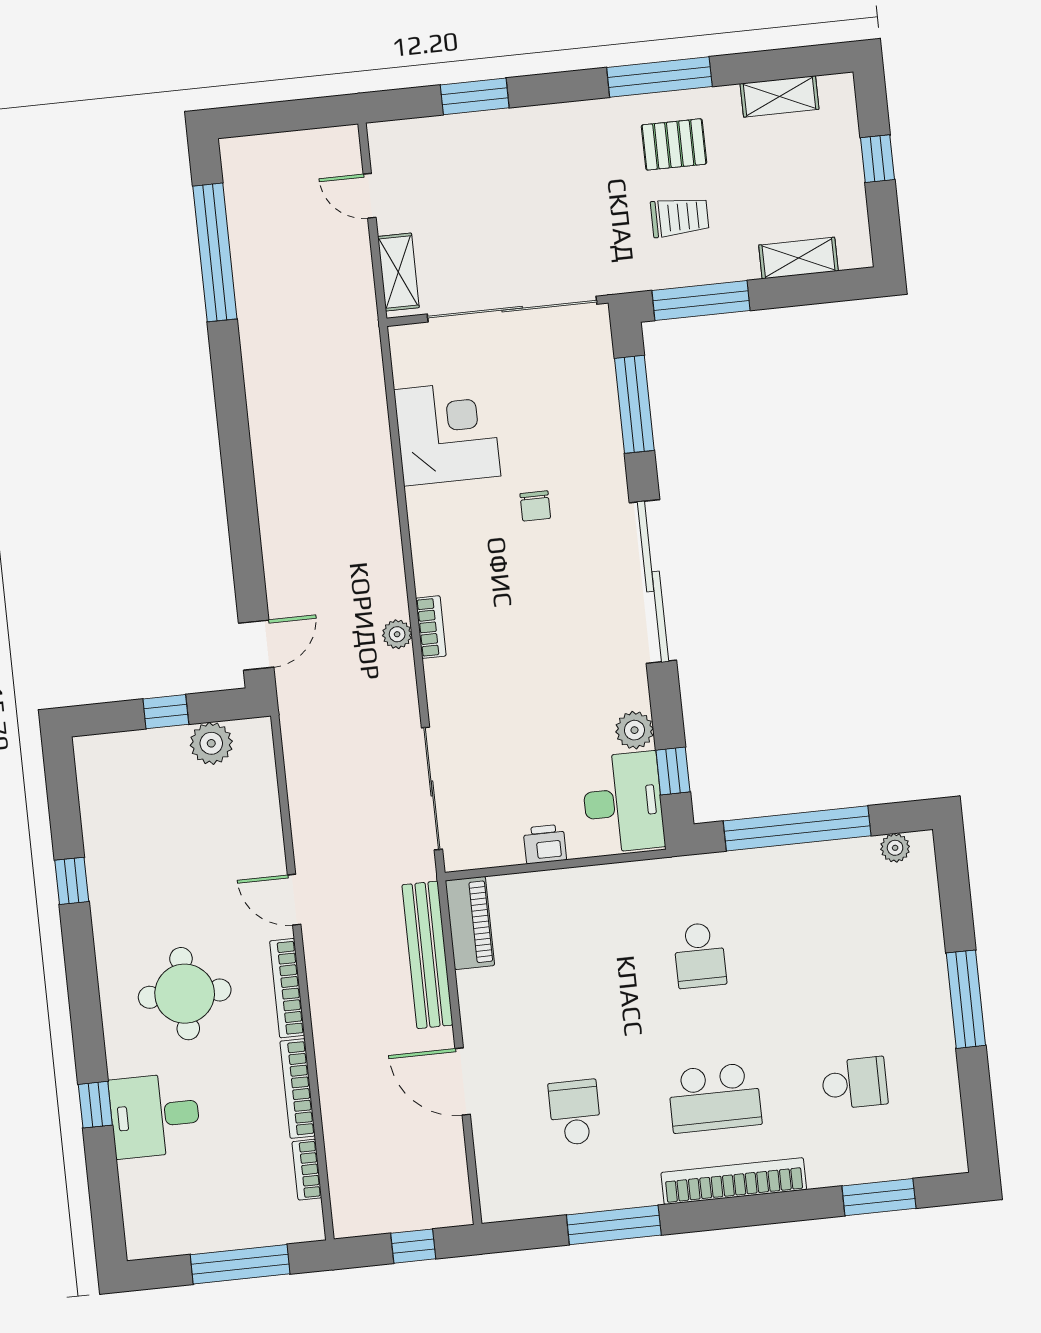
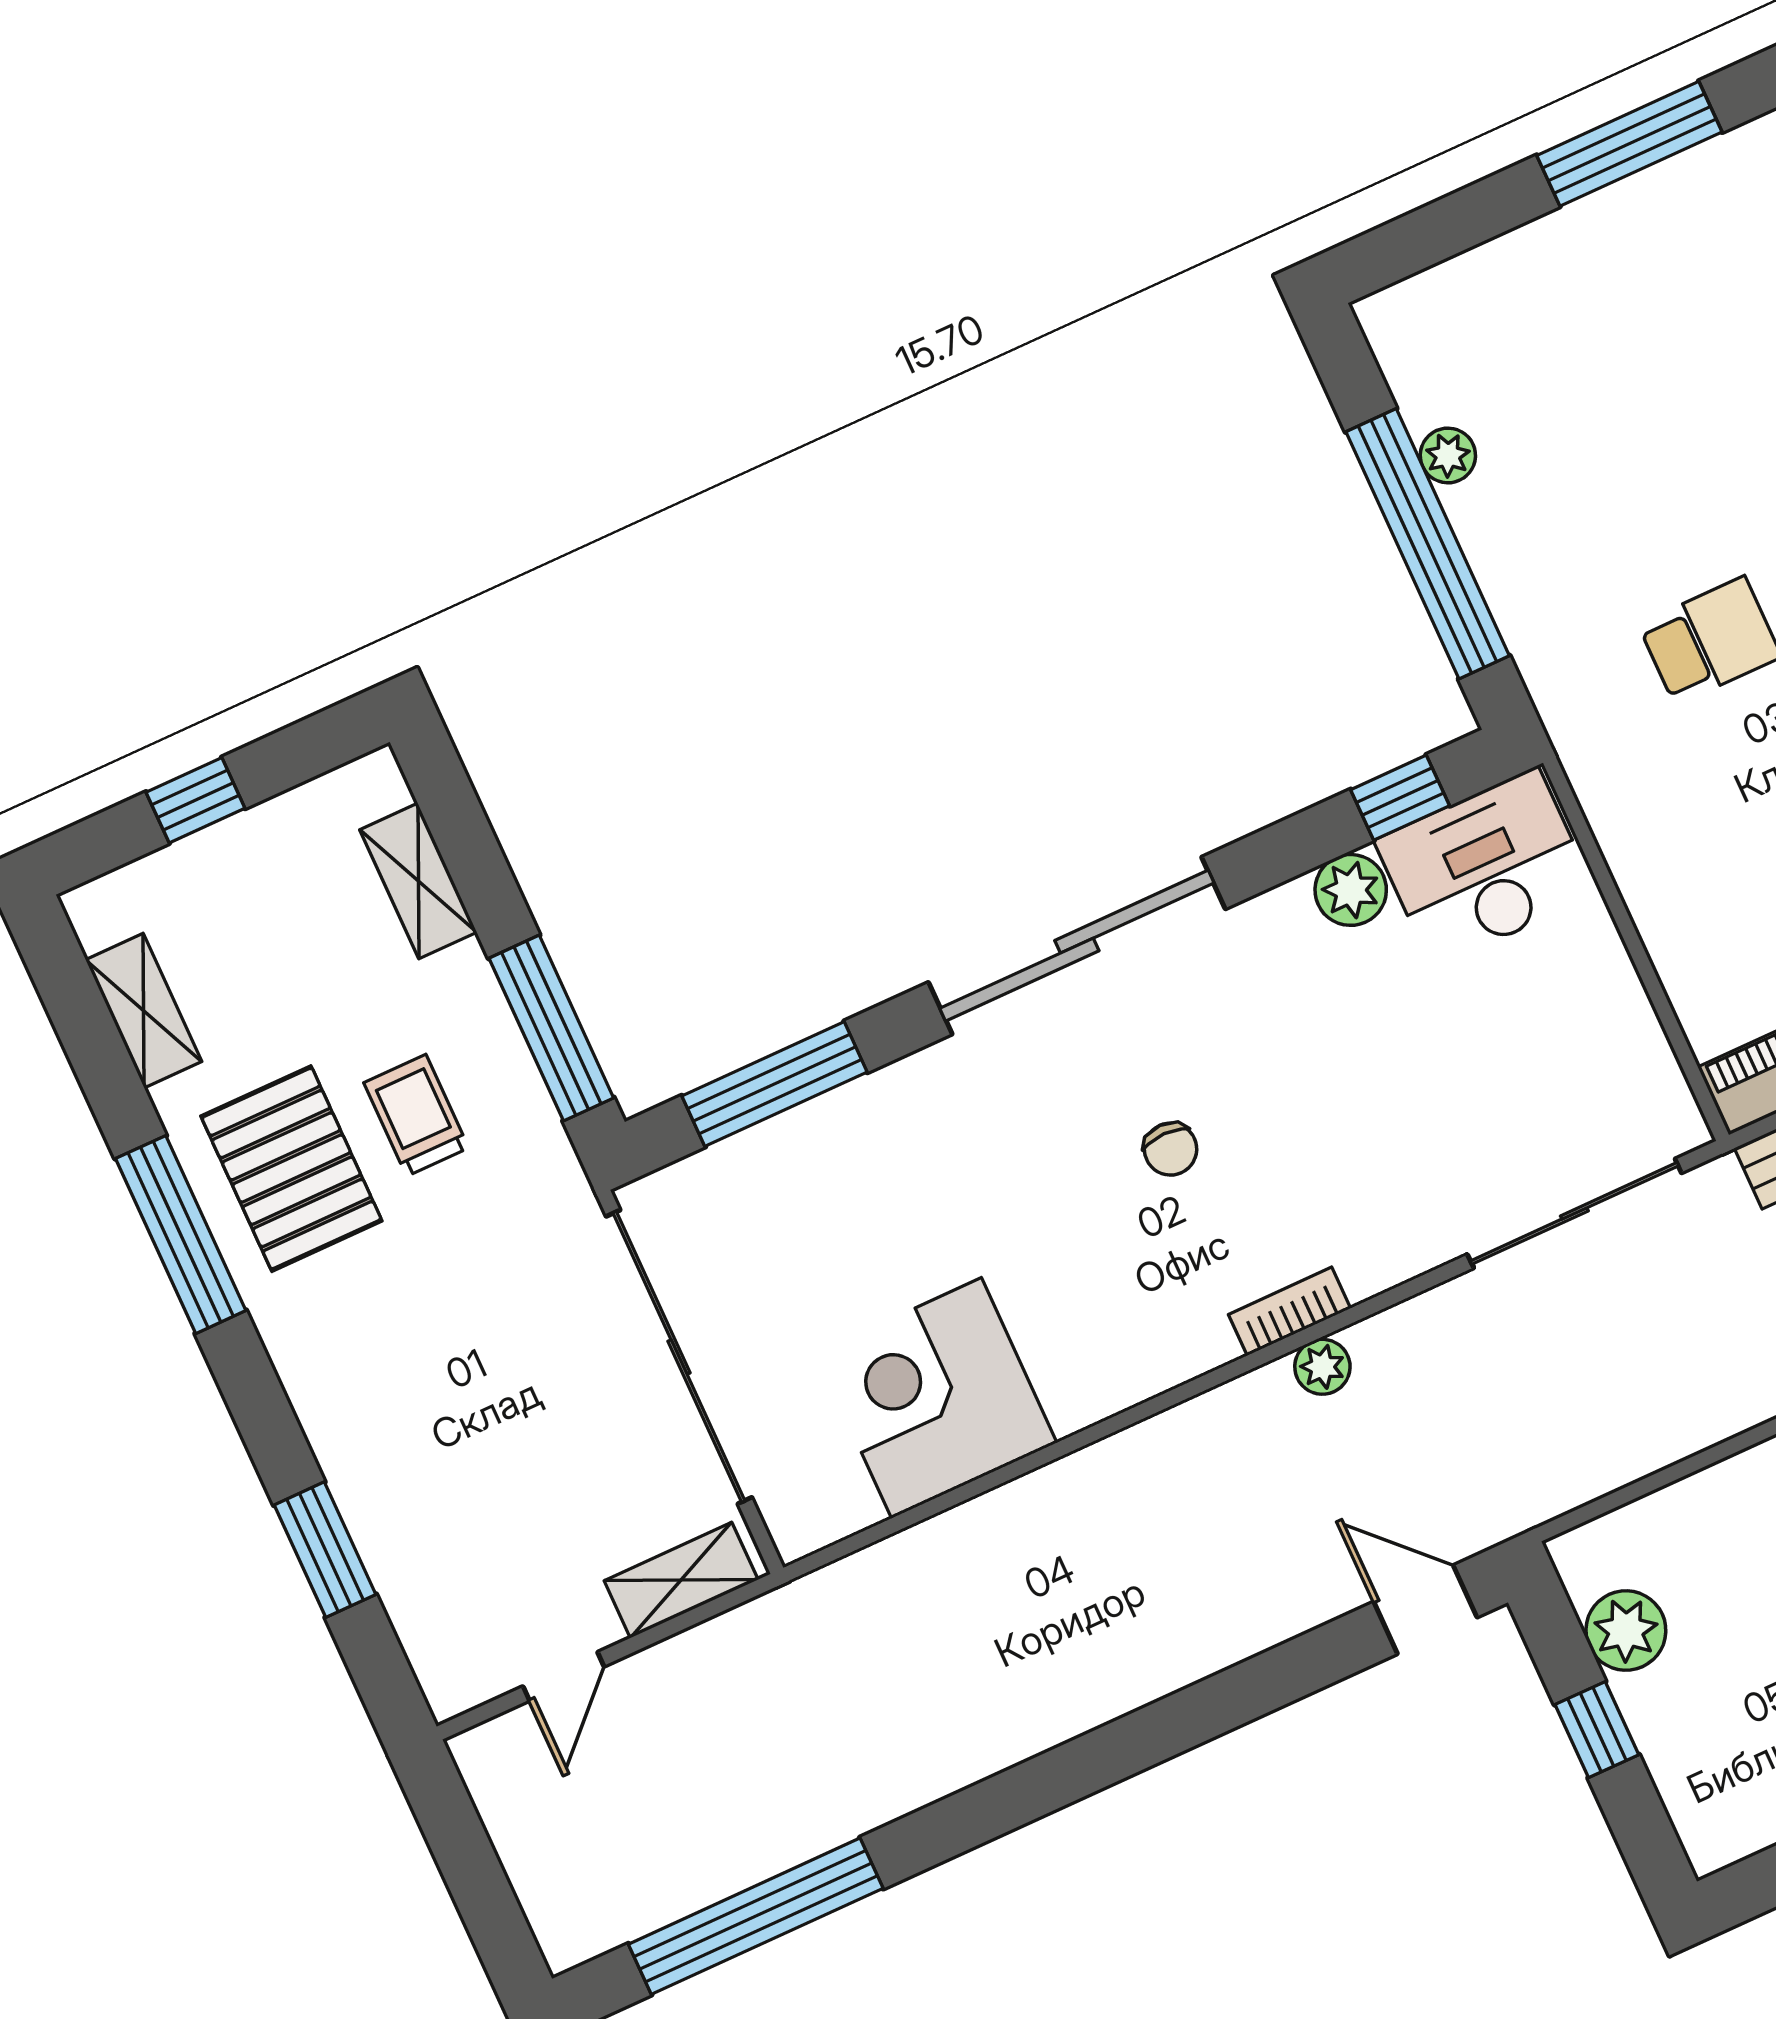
pallet: (674, 144) -> (291, 1169), width x1.50, depth x1.42
chair: (535, 506) -> (1171, 1149), moved, turned 90
printer: (545, 844) -> (1605, 981), removed
plant: (895, 848) -> (1448, 455), moved

